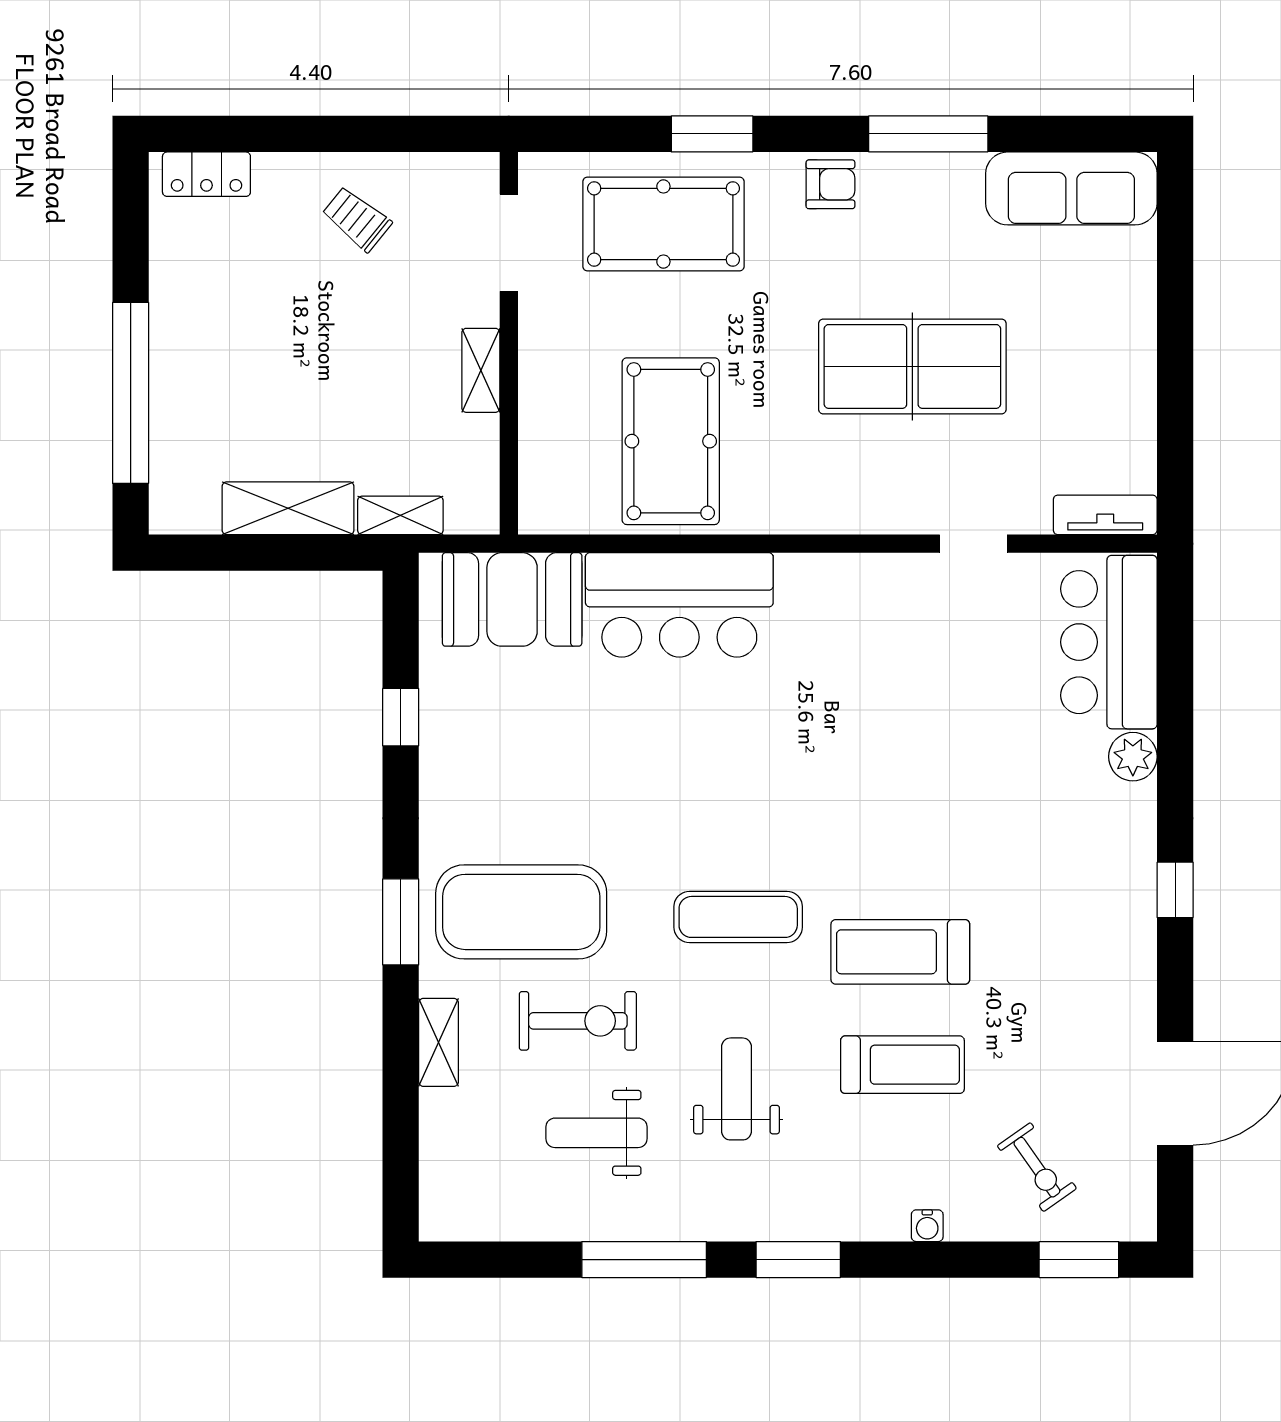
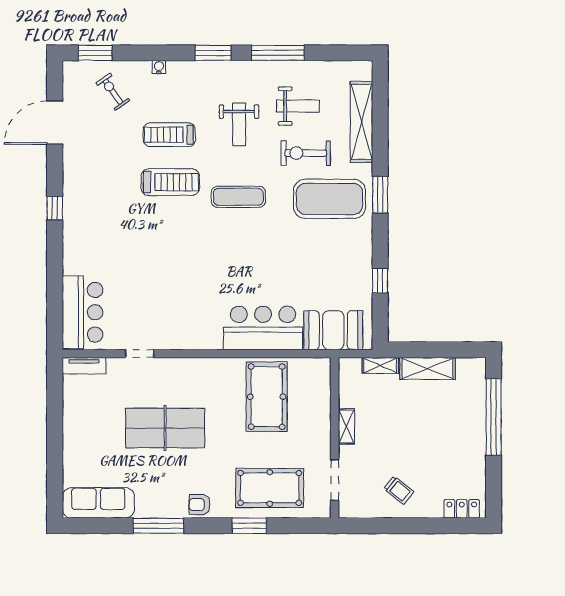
plant: (1133, 757) -> (72, 264), removed
shelving: (439, 1042) -> (361, 122), width x2.20, depth x1.33

